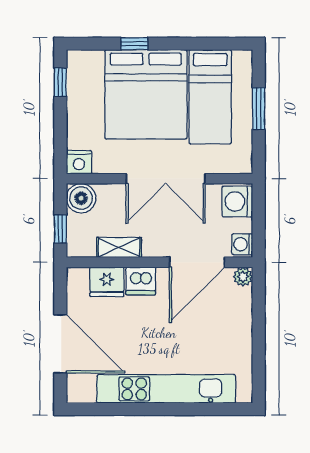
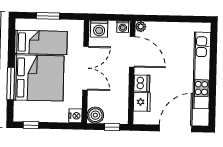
window: (135, 44) -> (11, 84), width x2.17
shelving: (119, 247) -> (123, 95), removed

